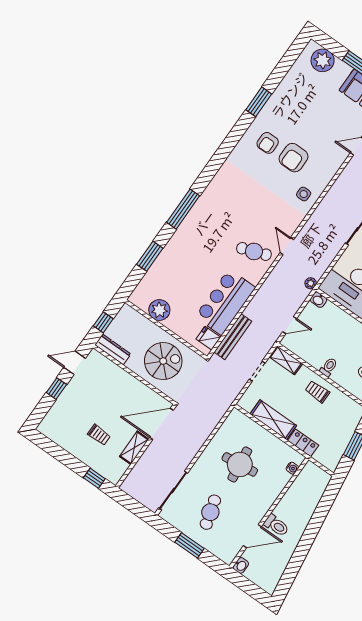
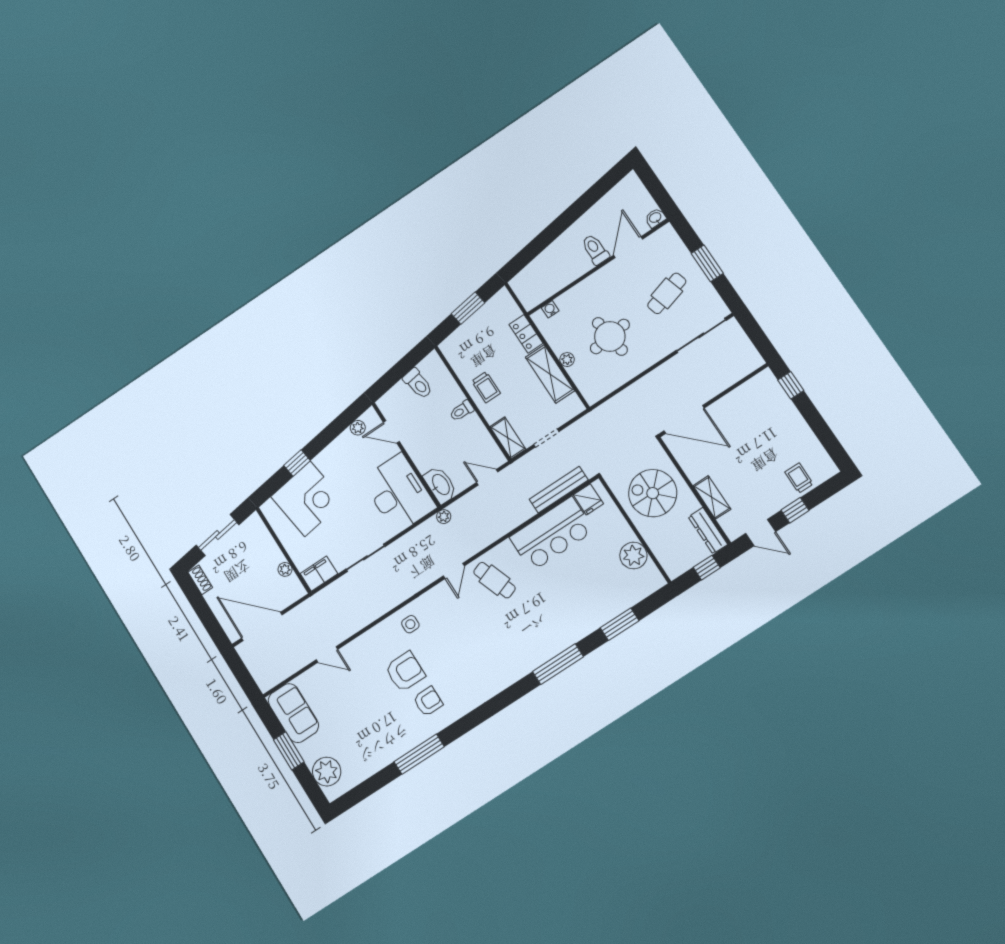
window: (259, 102) -> (419, 754), width x1.44
washbasin: (318, 300) -> (440, 485), width x1.91, depth x1.45
trolley: (99, 435) -> (799, 478), moved
plant: (265, 435) -> (567, 360), added
shelving: (134, 448) -> (712, 497), moved, turned 90
door: (252, 536) -> (628, 247), hinge flipped

